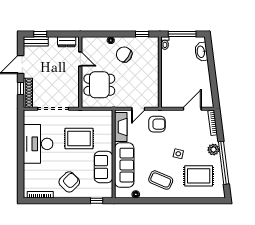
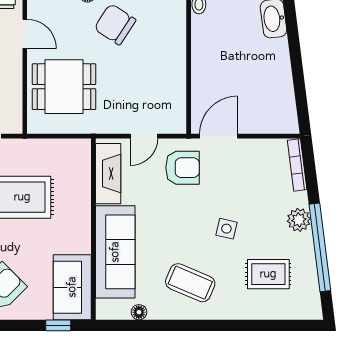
door: (192, 109) -> (219, 136), moved
sofa: (103, 167) -> (72, 287), moved
rug: (199, 176) -> (268, 274), width x0.73, depth x0.70

